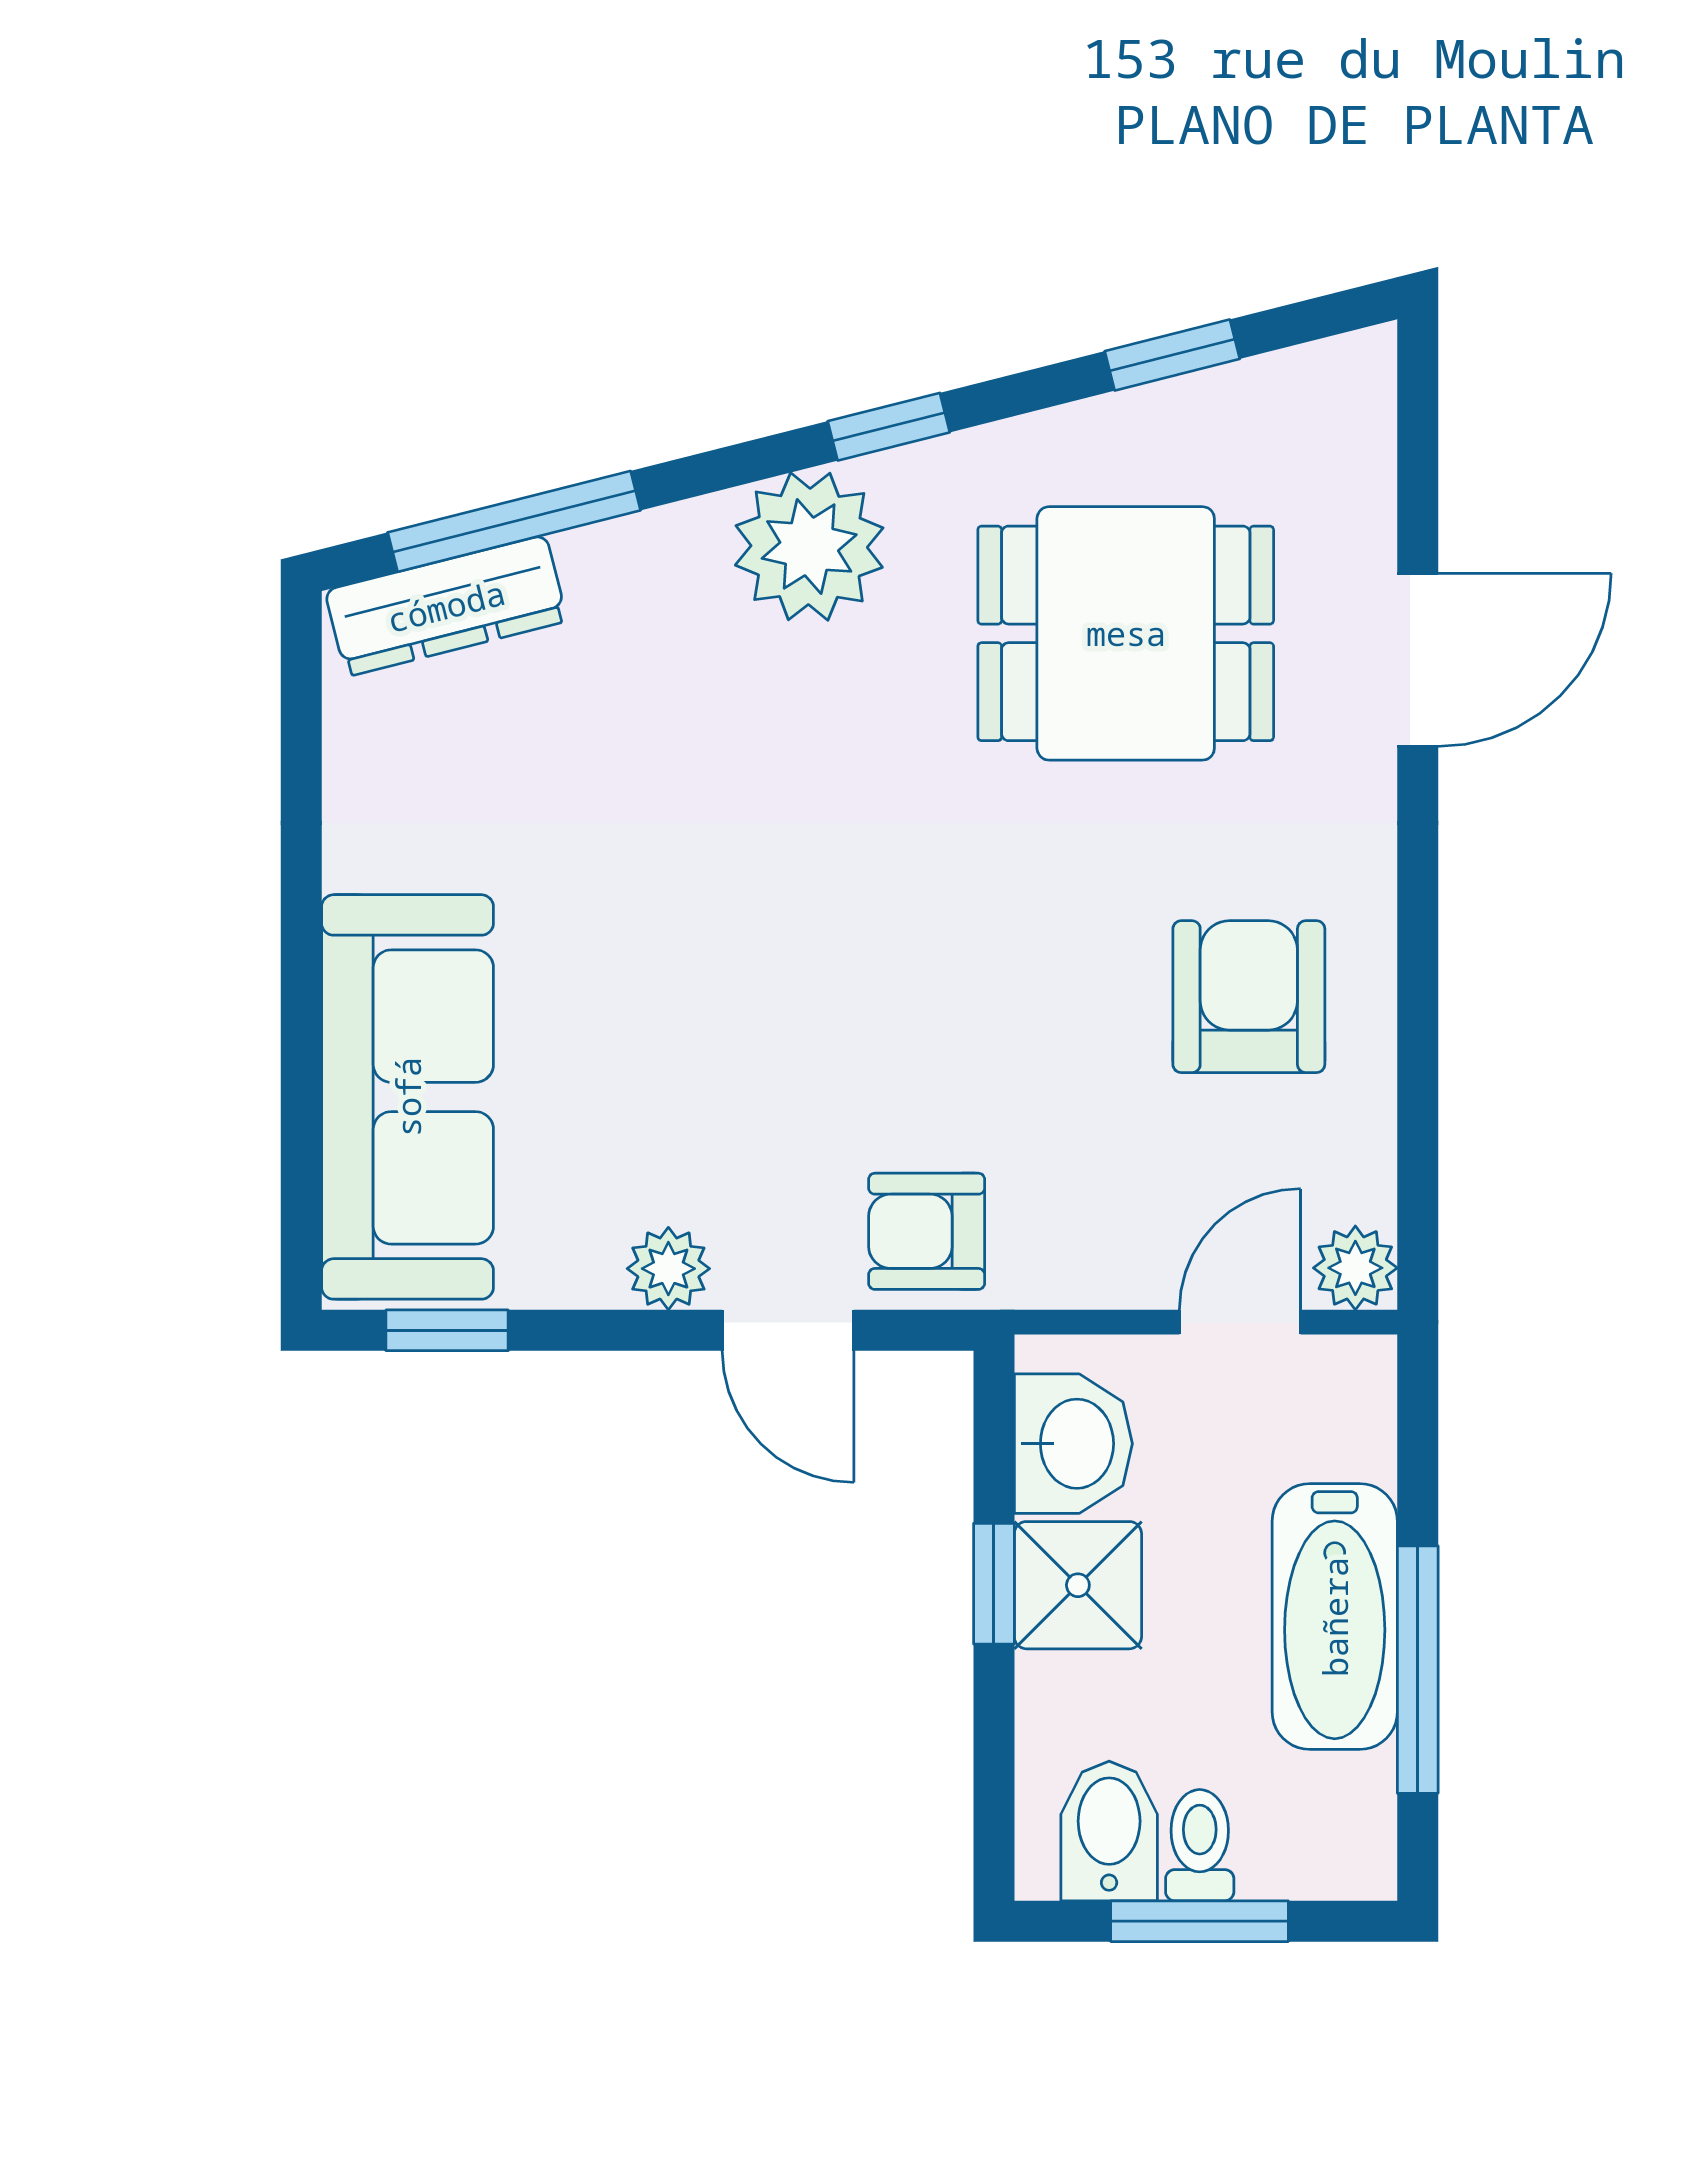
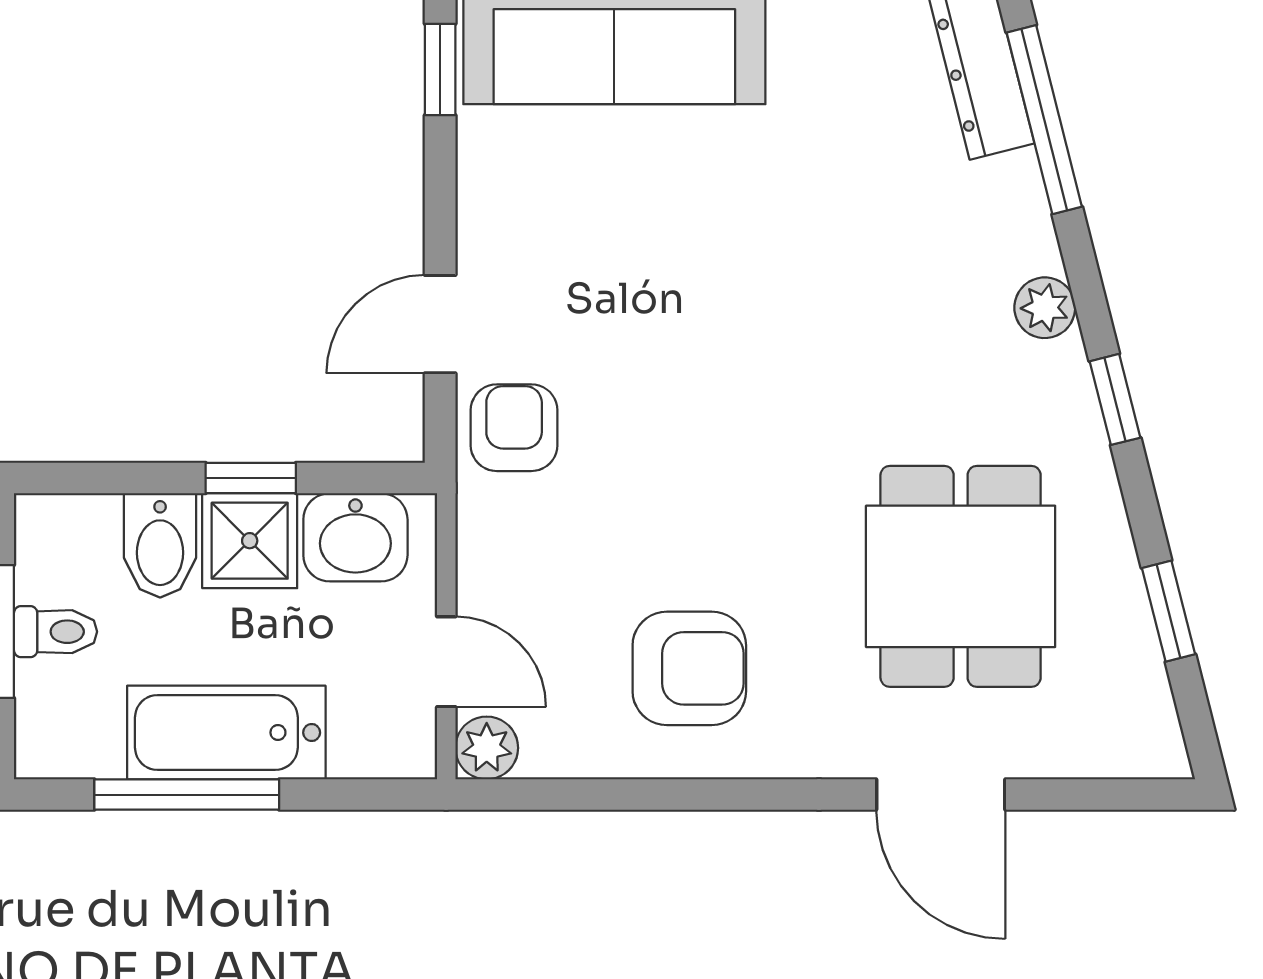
plant: (809, 546) -> (1045, 308), width x0.53, depth x0.53
plant: (668, 1269) -> (486, 235), removed
bidet: (1109, 1831) -> (160, 545), moved, turned 90

